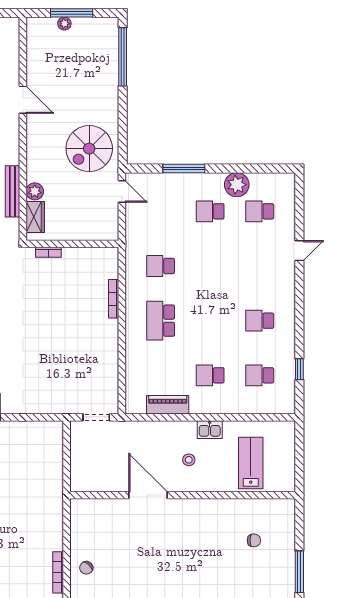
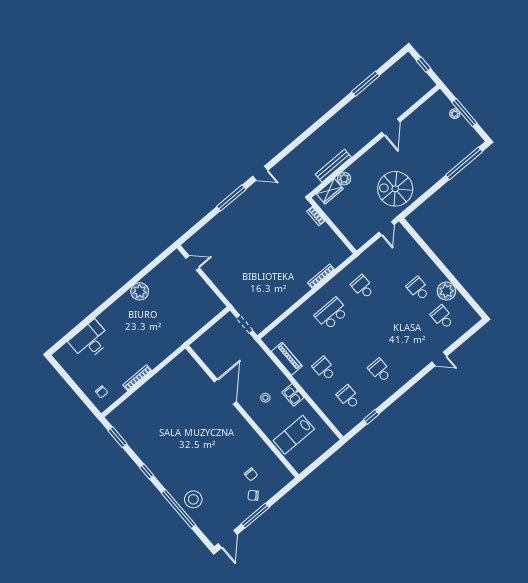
window: (184, 168) -> (430, 253), removed
lab bench: (251, 463) -> (294, 435), turned 180
chair: (86, 568) -> (253, 495), moved

